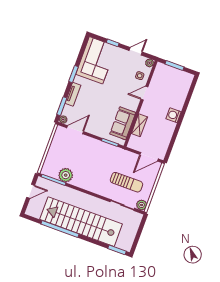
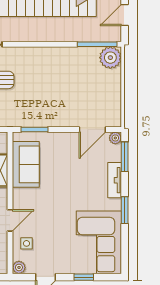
plant: (66, 175) -> (110, 58), moved

